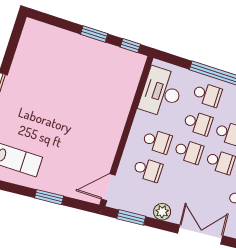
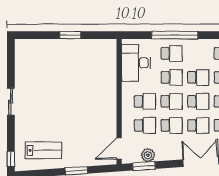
window: (130, 46) -> (101, 35), removed
school desk: (179, 180) -> (172, 125), added
school desk: (211, 190) -> (198, 125), added
plant: (162, 212) -> (148, 155), moved

